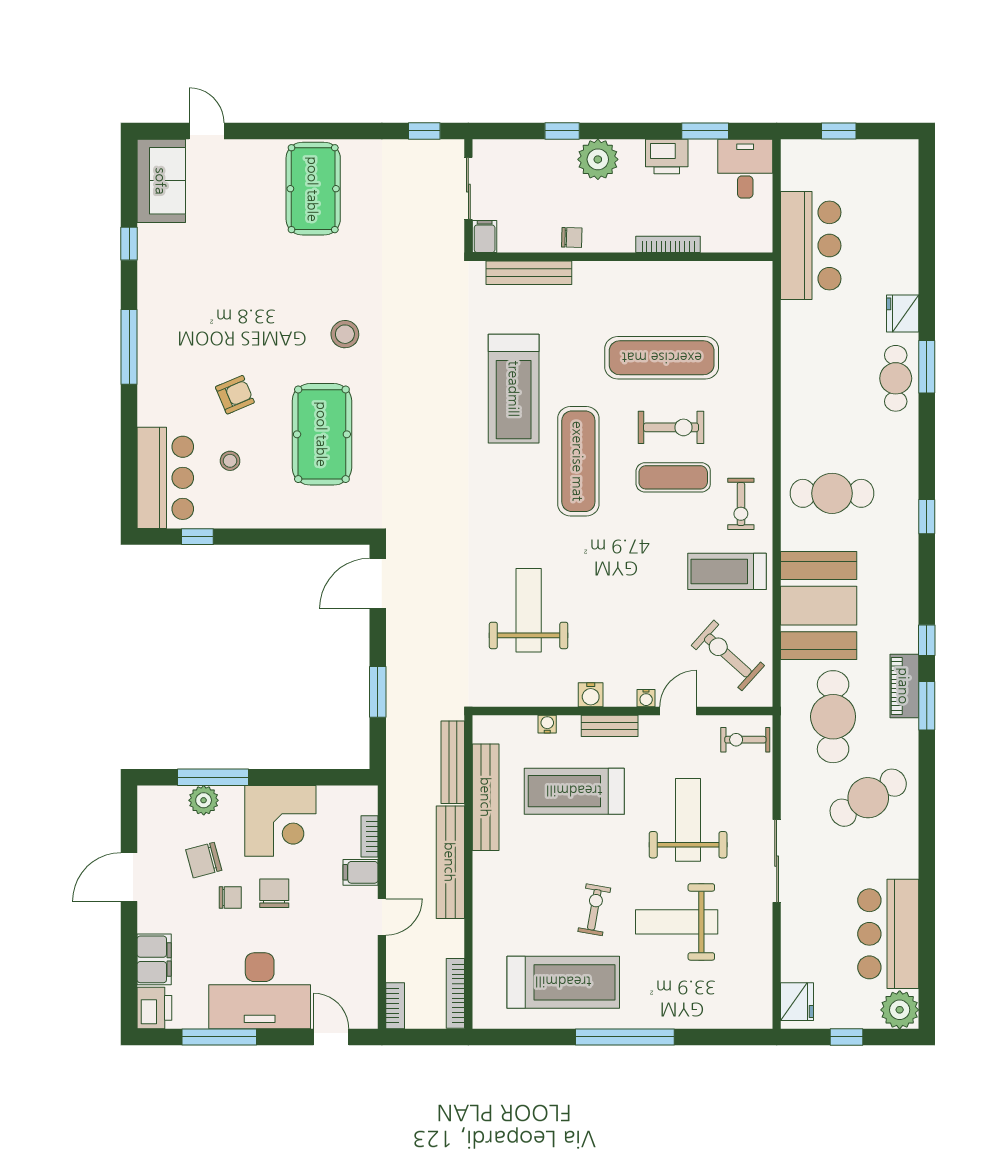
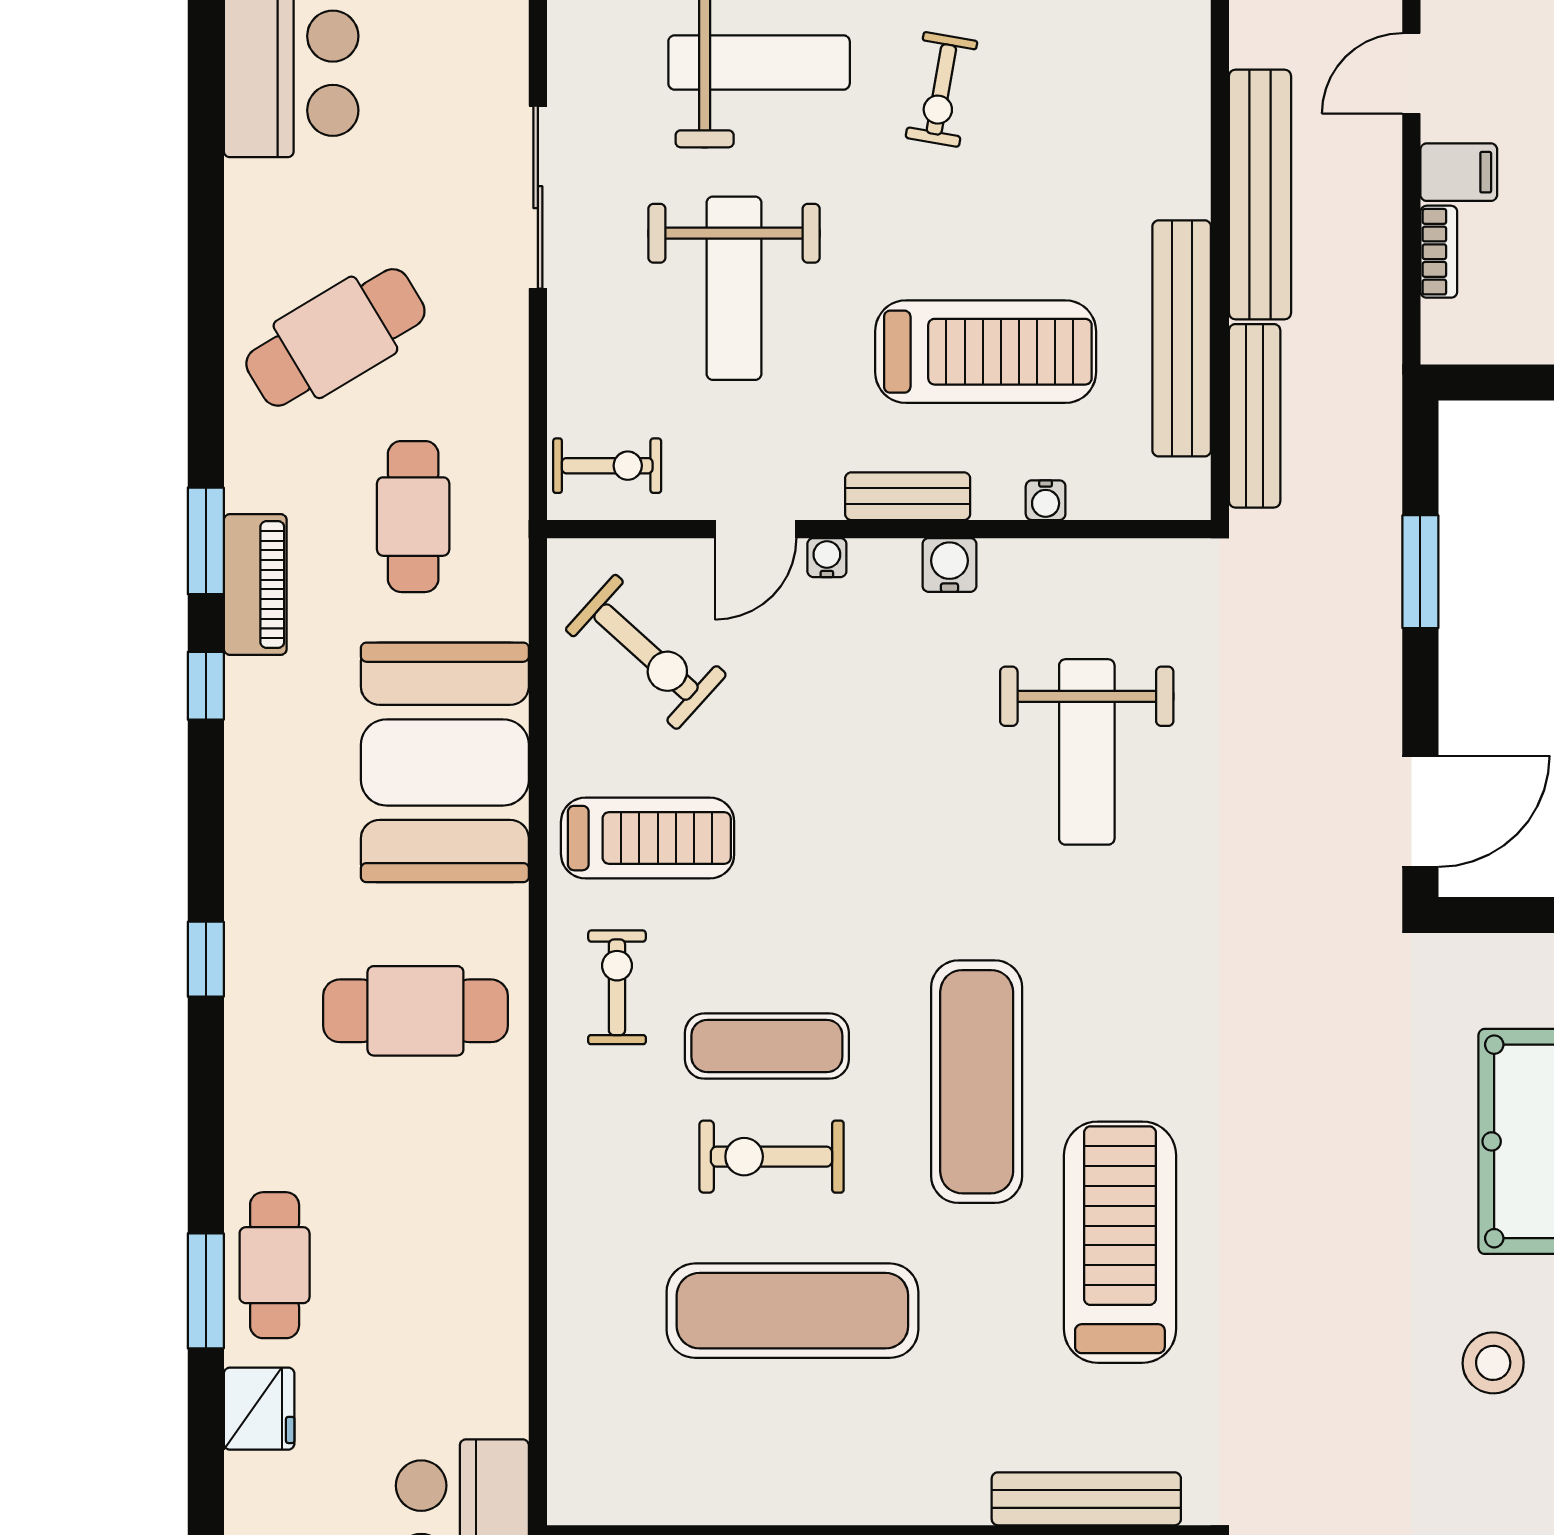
cafe table: (833, 717) -> (413, 517), width x0.73, depth x0.74

